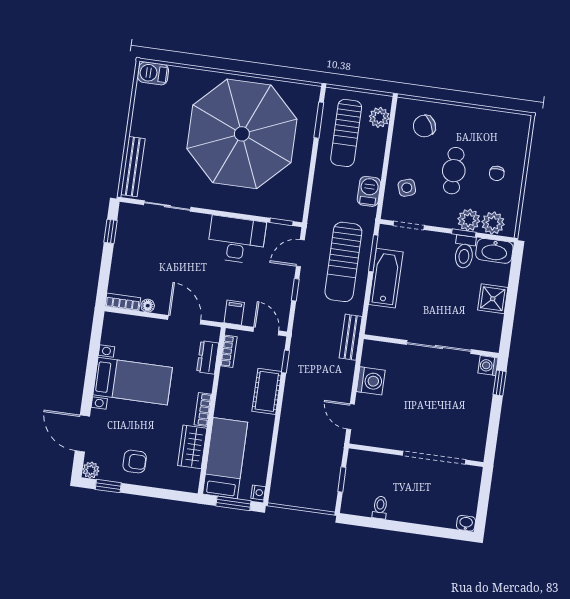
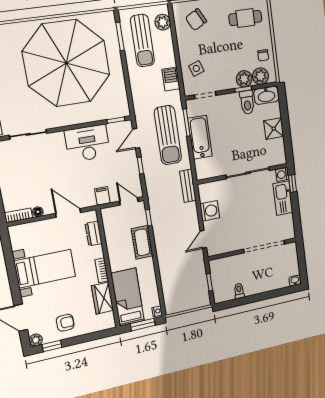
cafe table: (454, 171) -> (245, 18), moved, turned 90
chair: (497, 173) -> (263, 55), moved
bookcase: (229, 351) -> (107, 224), removed
kitchen sink: (480, 399) -> (283, 198), added
door: (351, 417) -> (203, 239), hinge flipped

